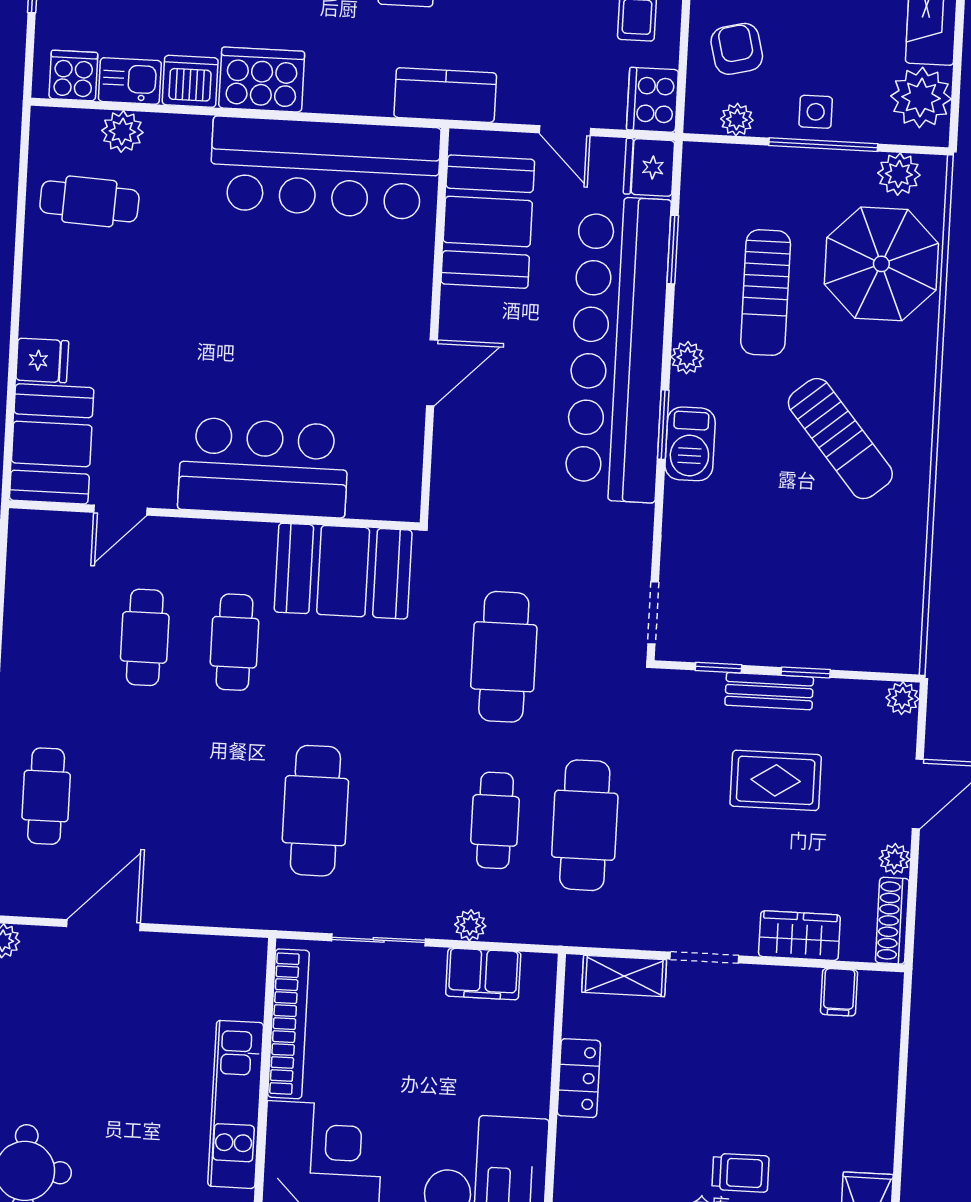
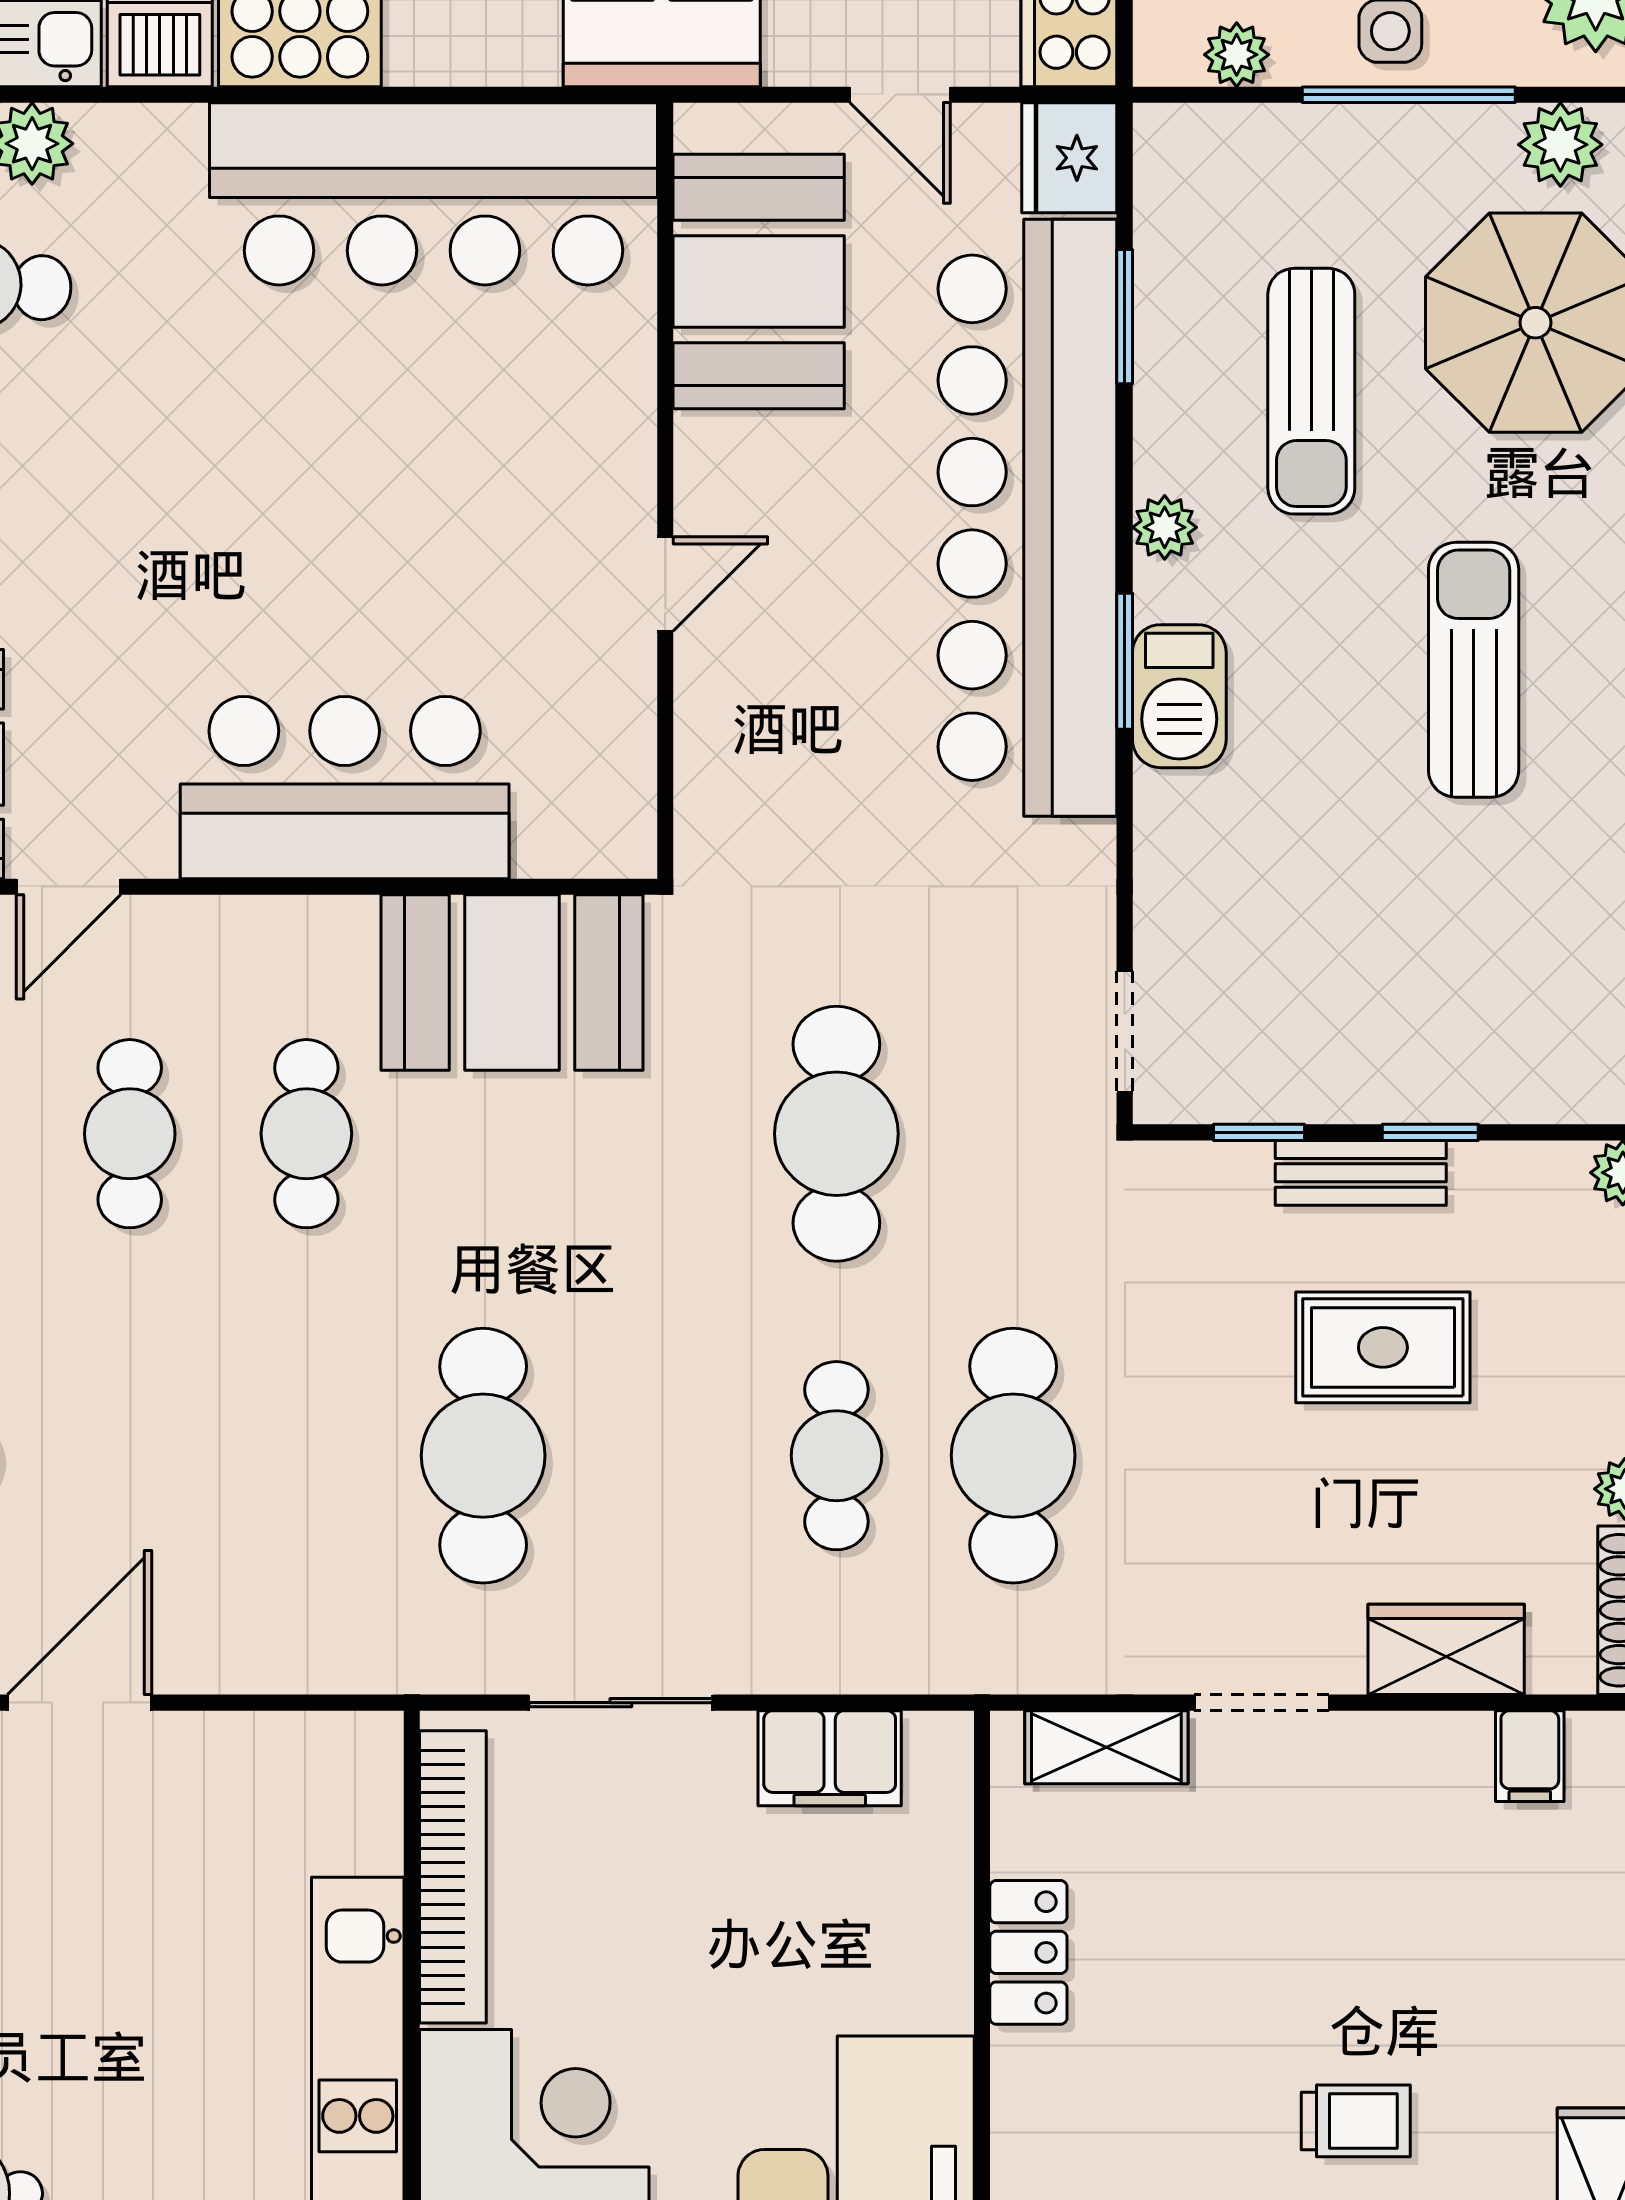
door: (432, 373) -> (665, 584), width x0.73
sun lounger: (840, 439) -> (1474, 670), turned -140
plant: (470, 925) -> (799, 1664), removed

